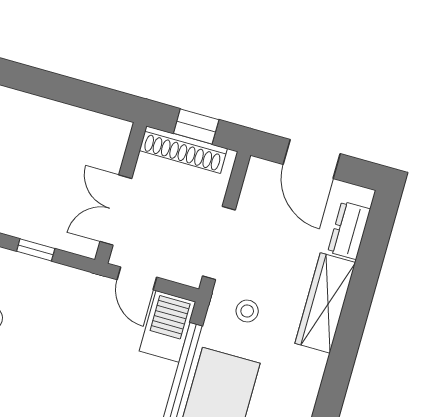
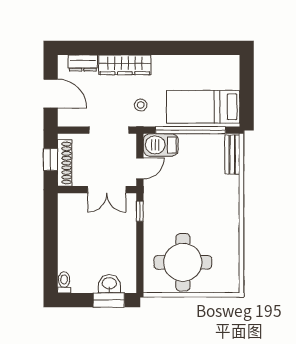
door: (312, 159) -> (51, 93), hinge flipped
window: (36, 250) -> (140, 211), moved

